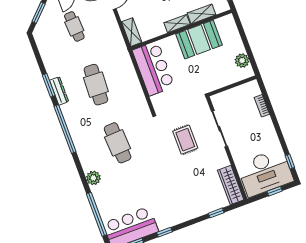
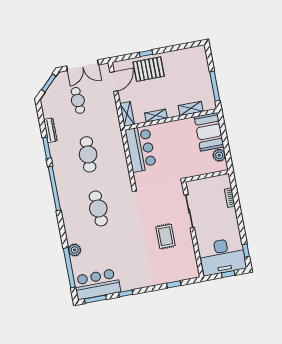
shelving: (177, 24) -> (156, 116), moved
booth: (199, 40) -> (209, 132), moved, turned 90
dresser: (59, 91) -> (50, 130), moved
rug: (185, 140) -> (165, 236), moved
plant: (93, 178) -> (75, 250), moved
wardrobe: (231, 185) -> (191, 262), removed

